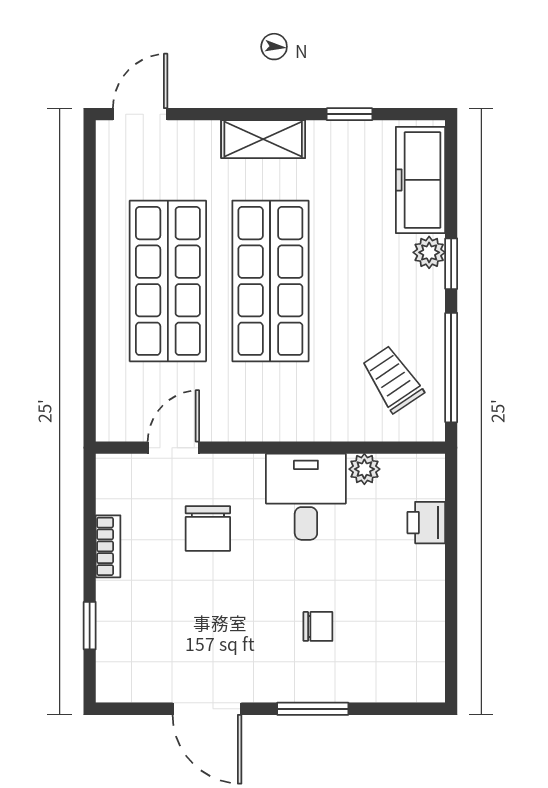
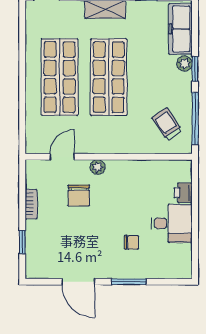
plant: (364, 469) -> (98, 167), moved
desk: (306, 497) -> (172, 223), moved, turned 90

